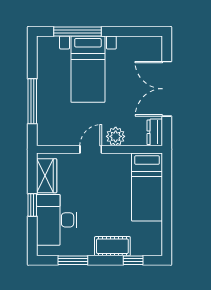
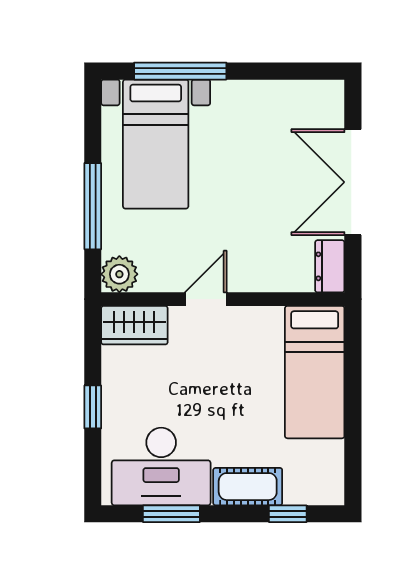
bed with nightstands: (88, 69) -> (156, 144), moved
plant: (116, 136) -> (119, 274), moved
wardrobe: (47, 176) -> (134, 325), moved, turned 90
desk: (57, 220) -> (161, 467), moved, turned -90

